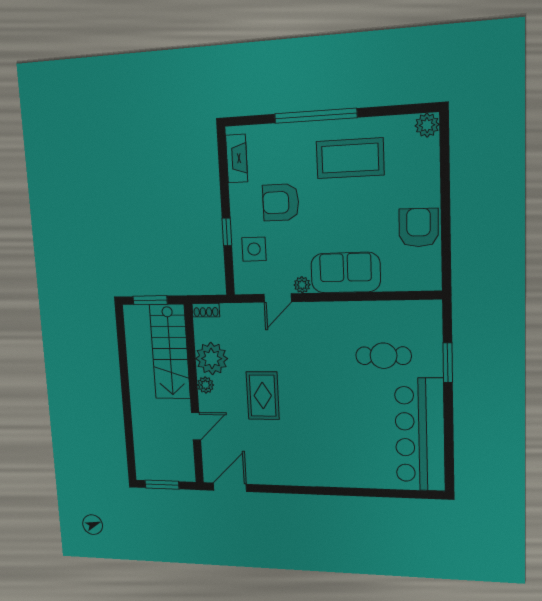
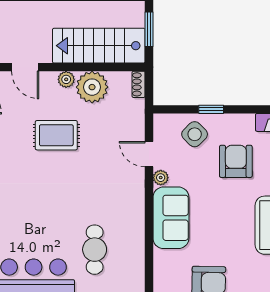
side table: (254, 249) -> (195, 134), turned 45

